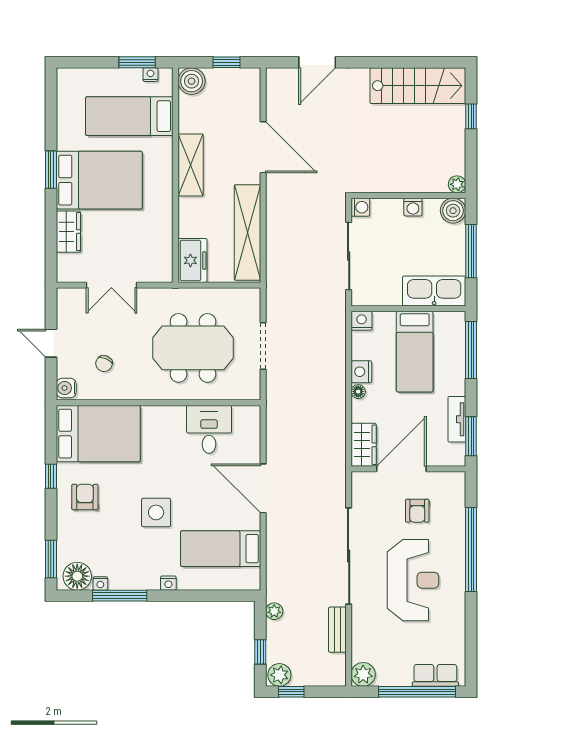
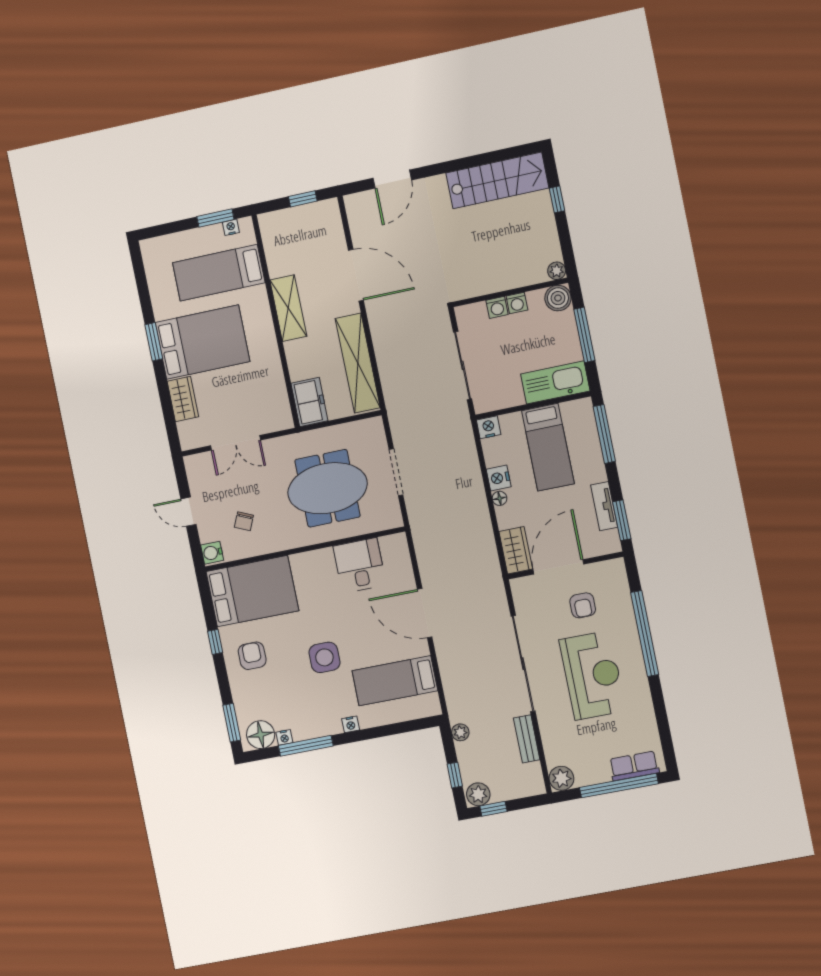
boiler: (192, 81) -> (272, 225), removed
washing machine: (360, 207) -> (497, 307), moved, turned 90

